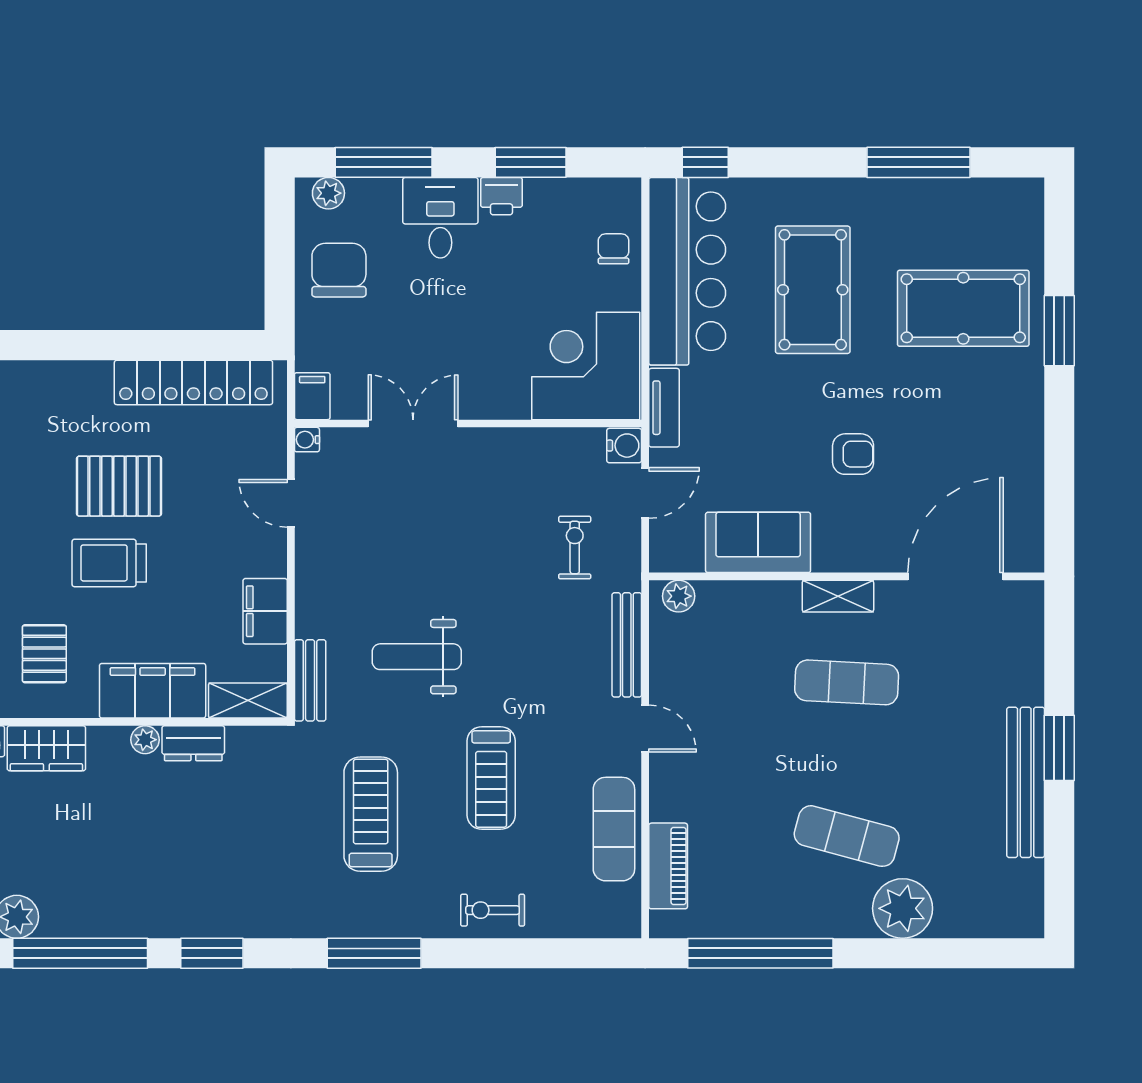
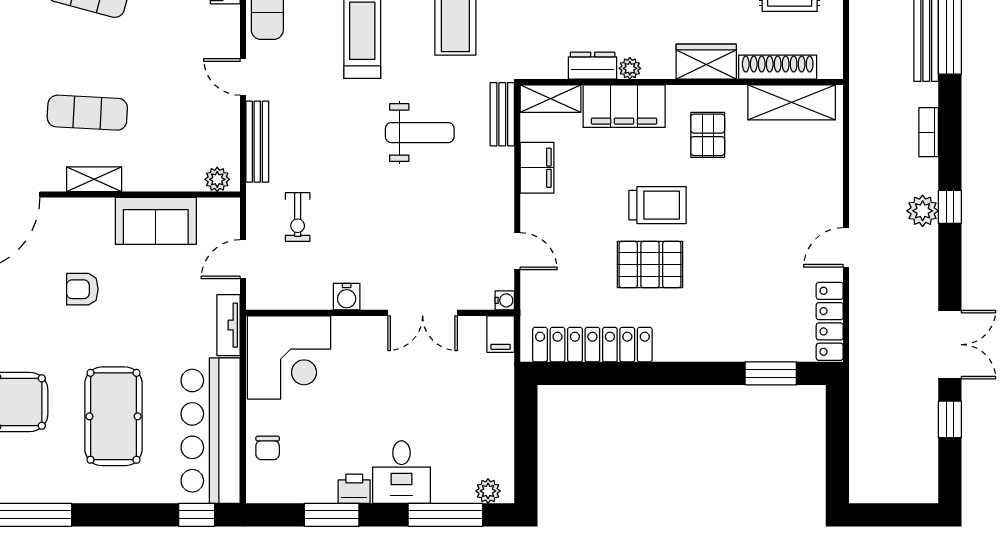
chair: (339, 270) -> (480, 431), removed
water cooler: (624, 446) -> (347, 297), moved, turned -90

